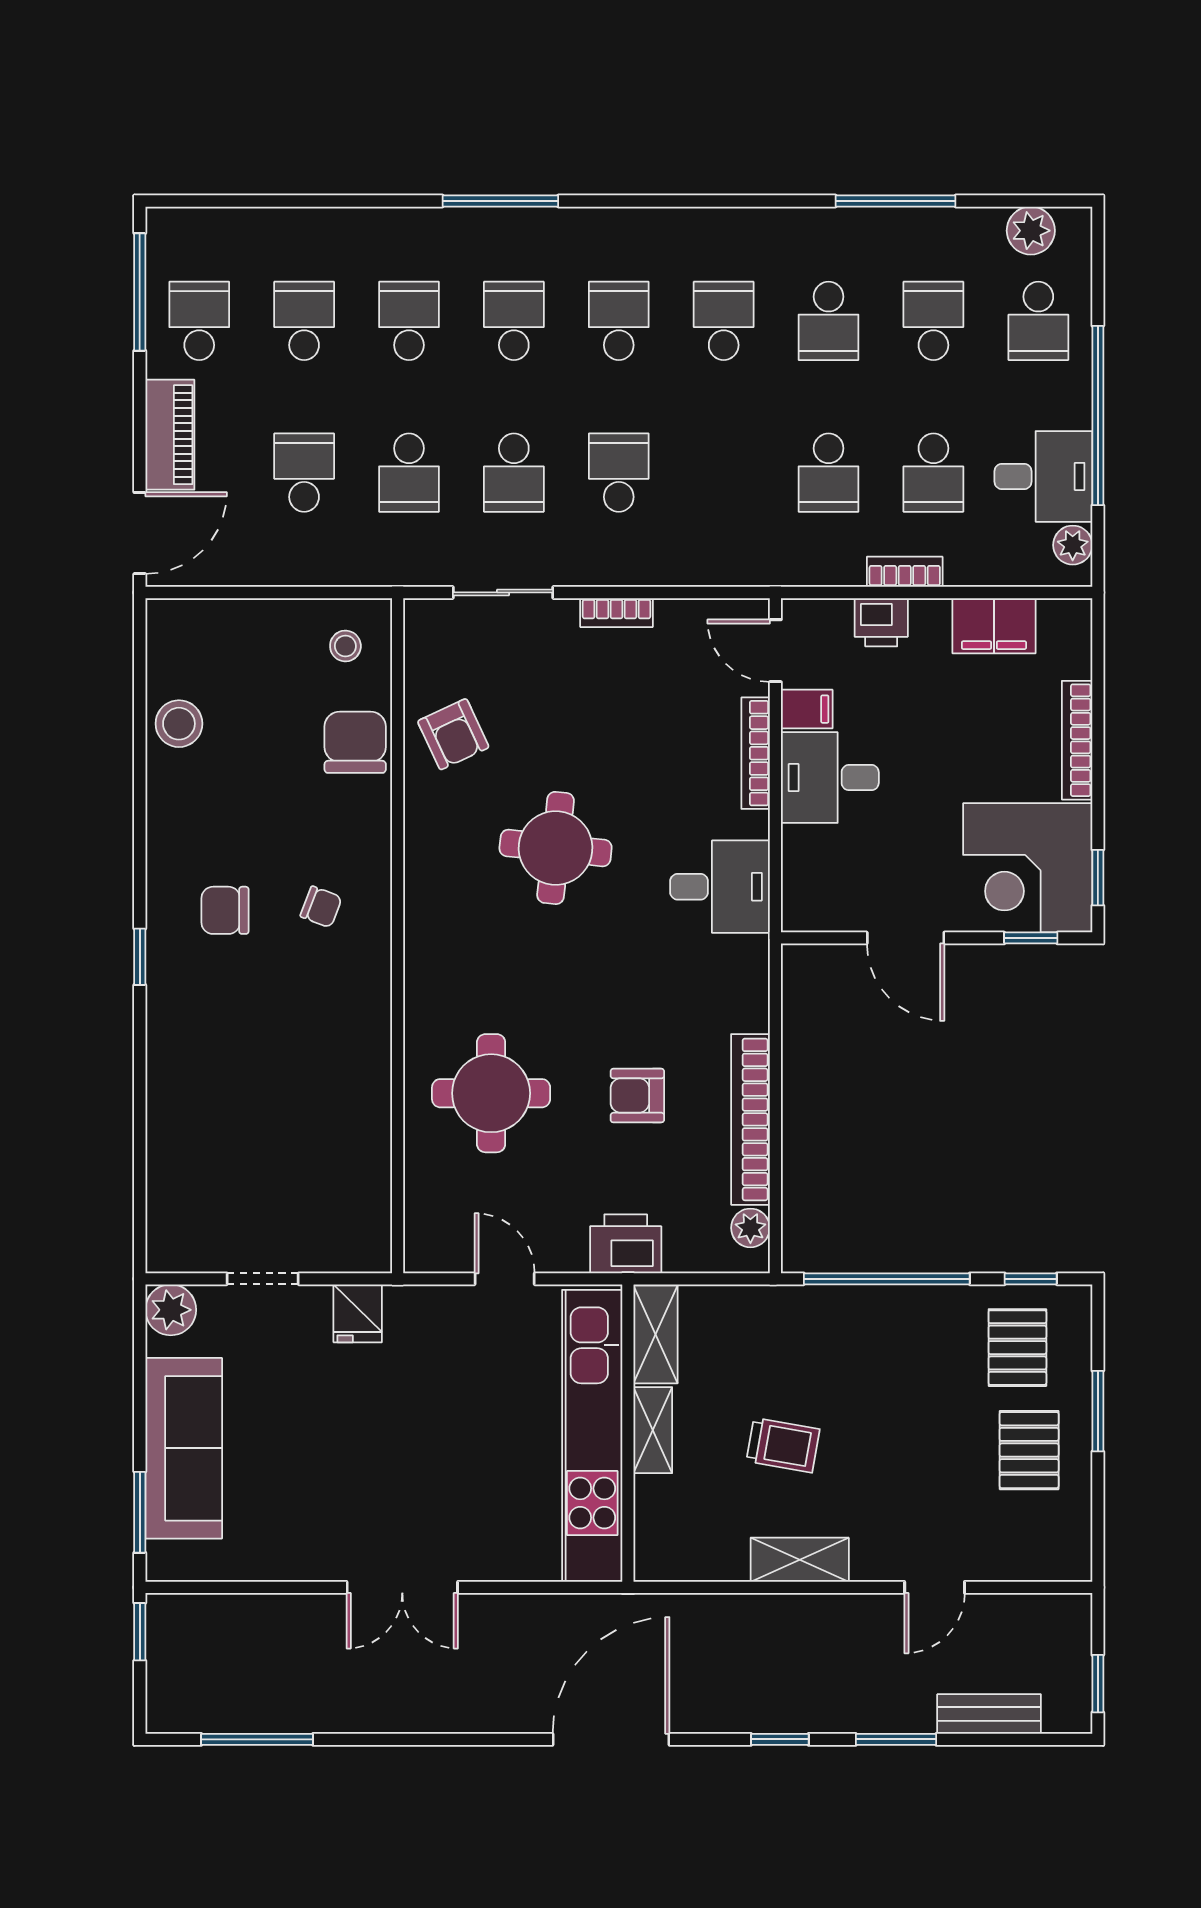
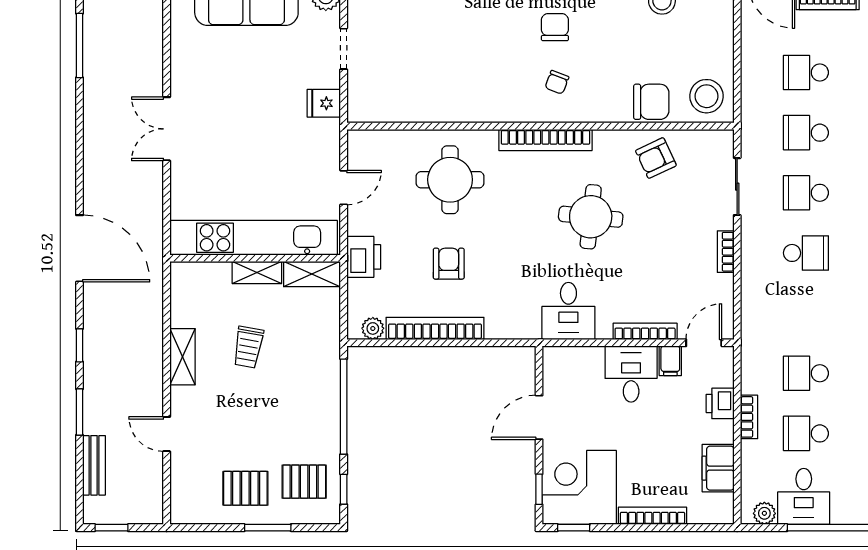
school desk: (304, 473) -> (806, 73), turned 180
stool: (345, 646) -> (706, 96), width x1.89, depth x1.89
bookcase: (422, 927) -> (545, 140), added

